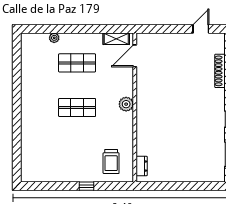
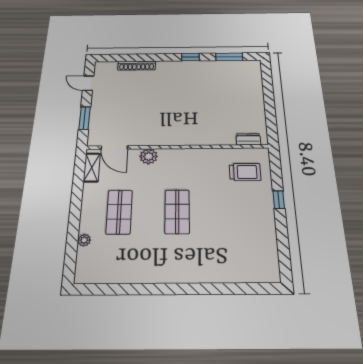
window: (164, 29) -> (85, 118), added
plant: (126, 104) -> (149, 156), moved

